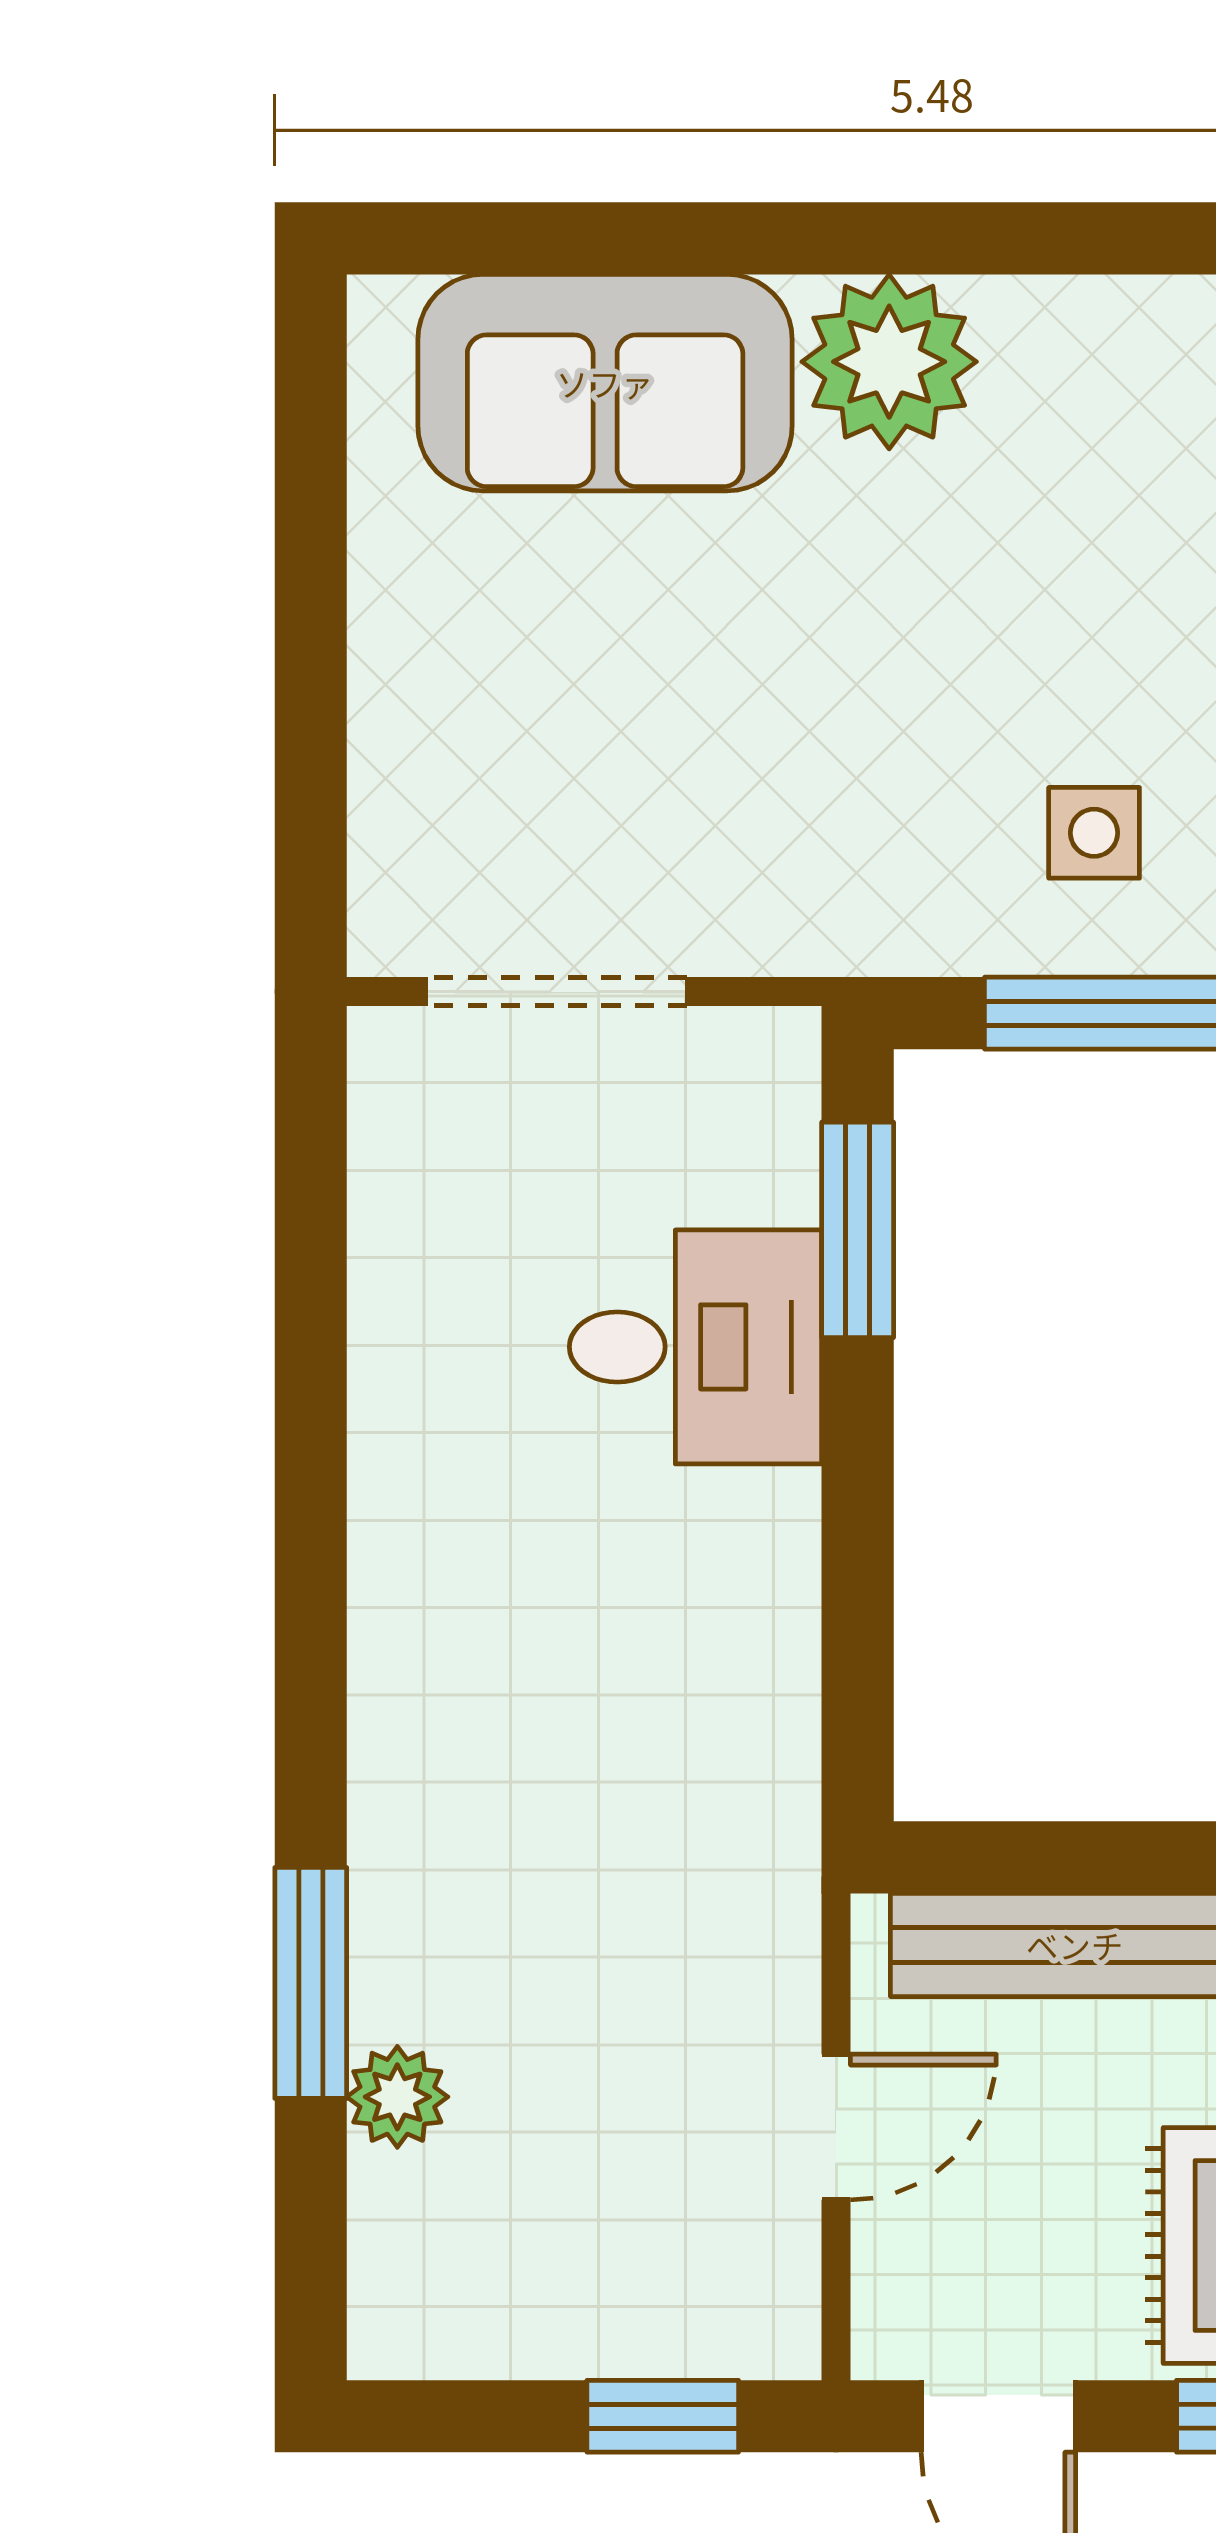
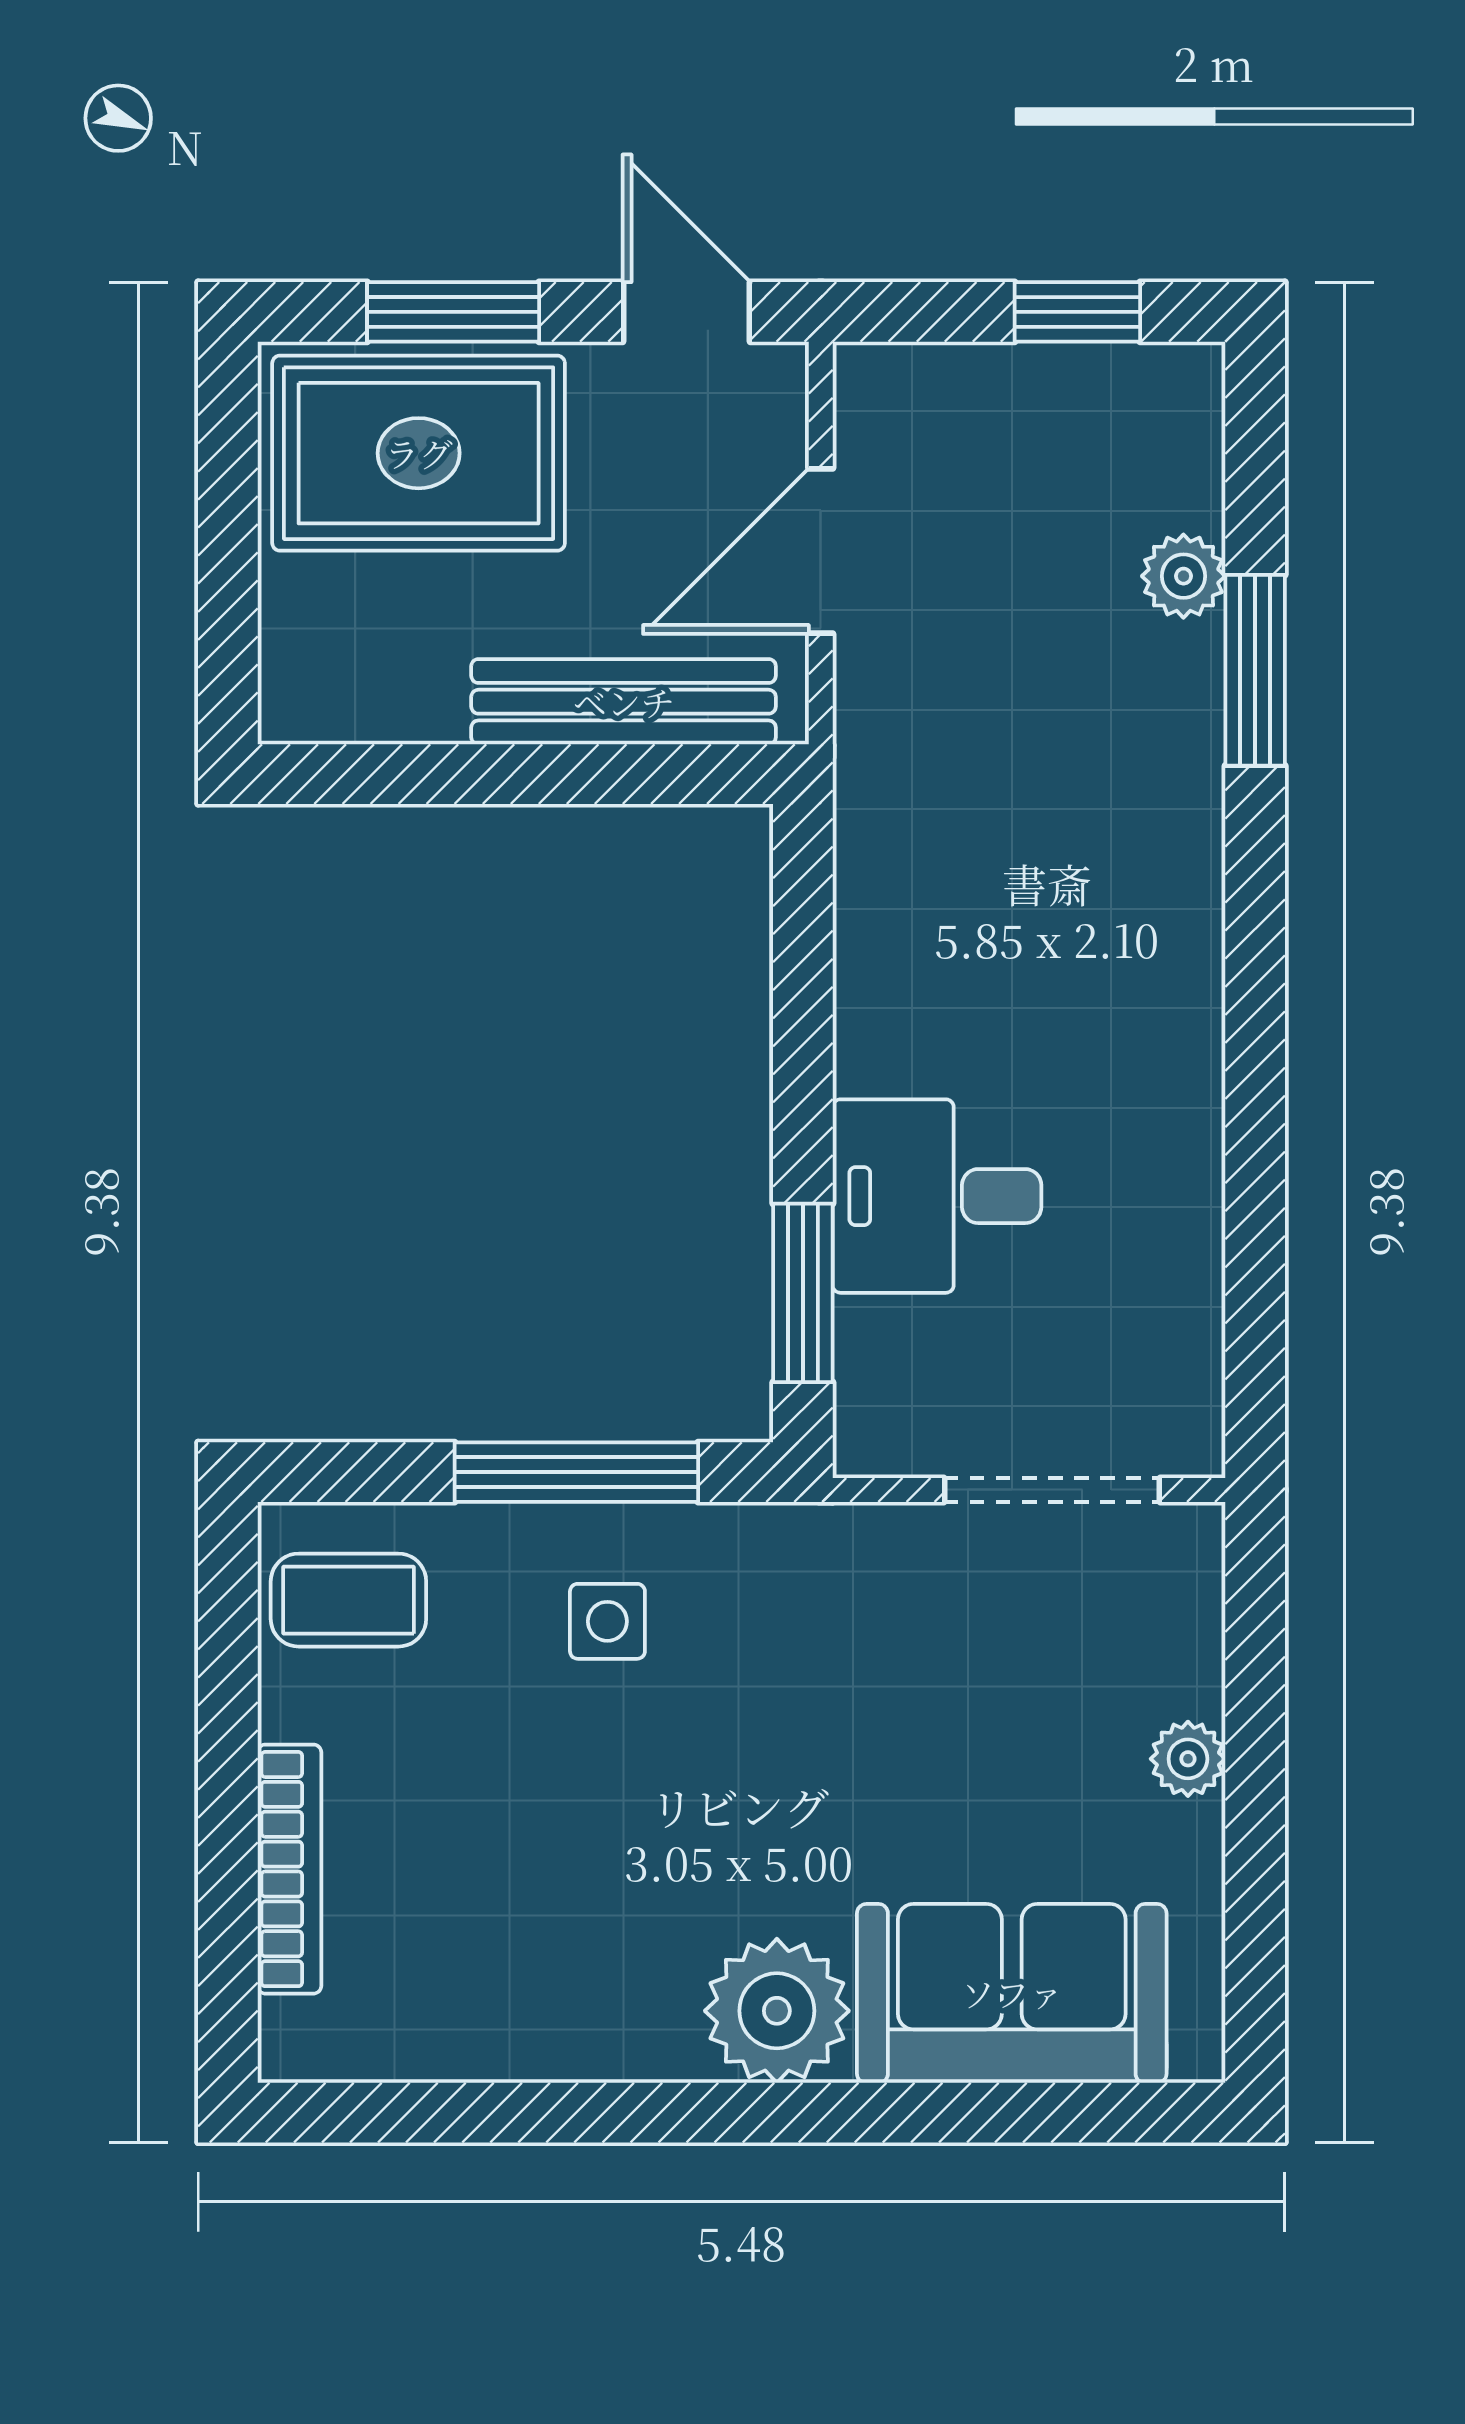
plant: (392, 666) -> (1188, 1759), added
door: (836, 2127) -> (821, 551), width x1.37
window: (663, 2416) -> (1077, 312), moved

